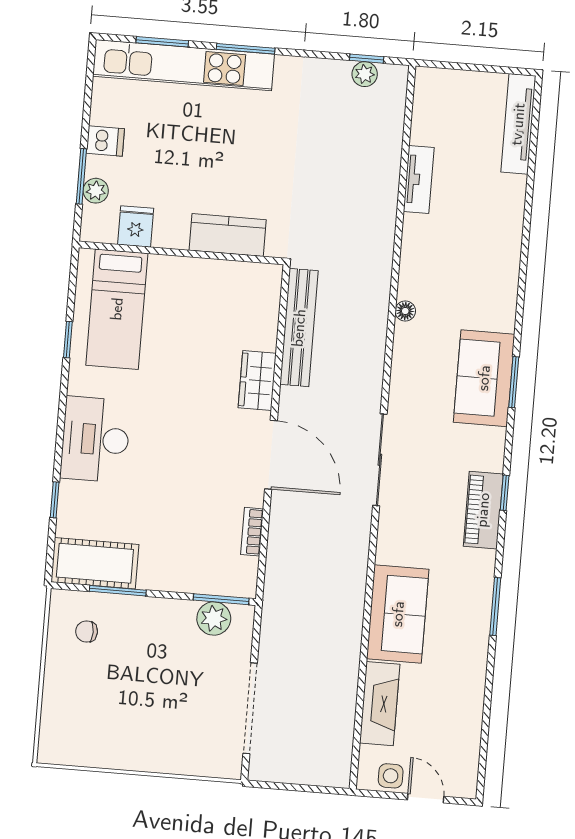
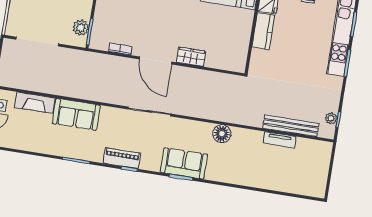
tv unit: (518, 124) -> (302, 189), removed
kitchen counter: (228, 235) -> (263, 31), moved
floor lamp: (405, 311) -> (222, 134), width x1.89, depth x1.89
bench: (299, 328) -> (291, 126), moved
door: (271, 455) -> (156, 61), hinge flipped

